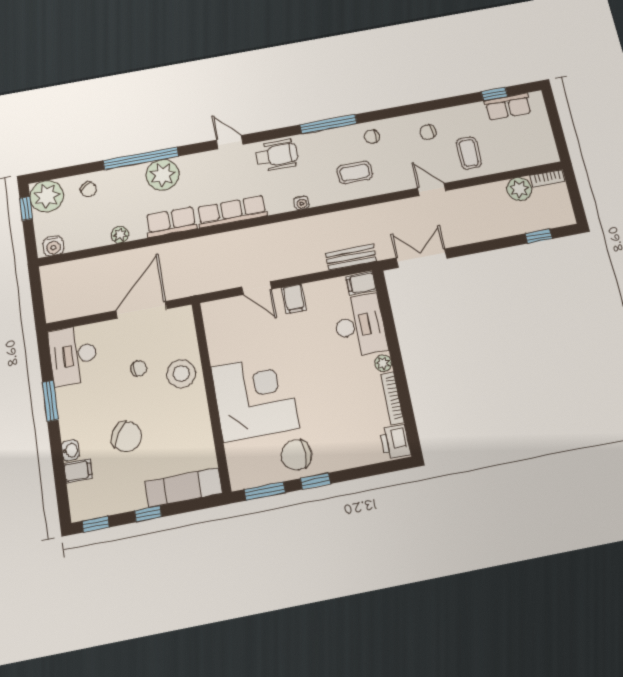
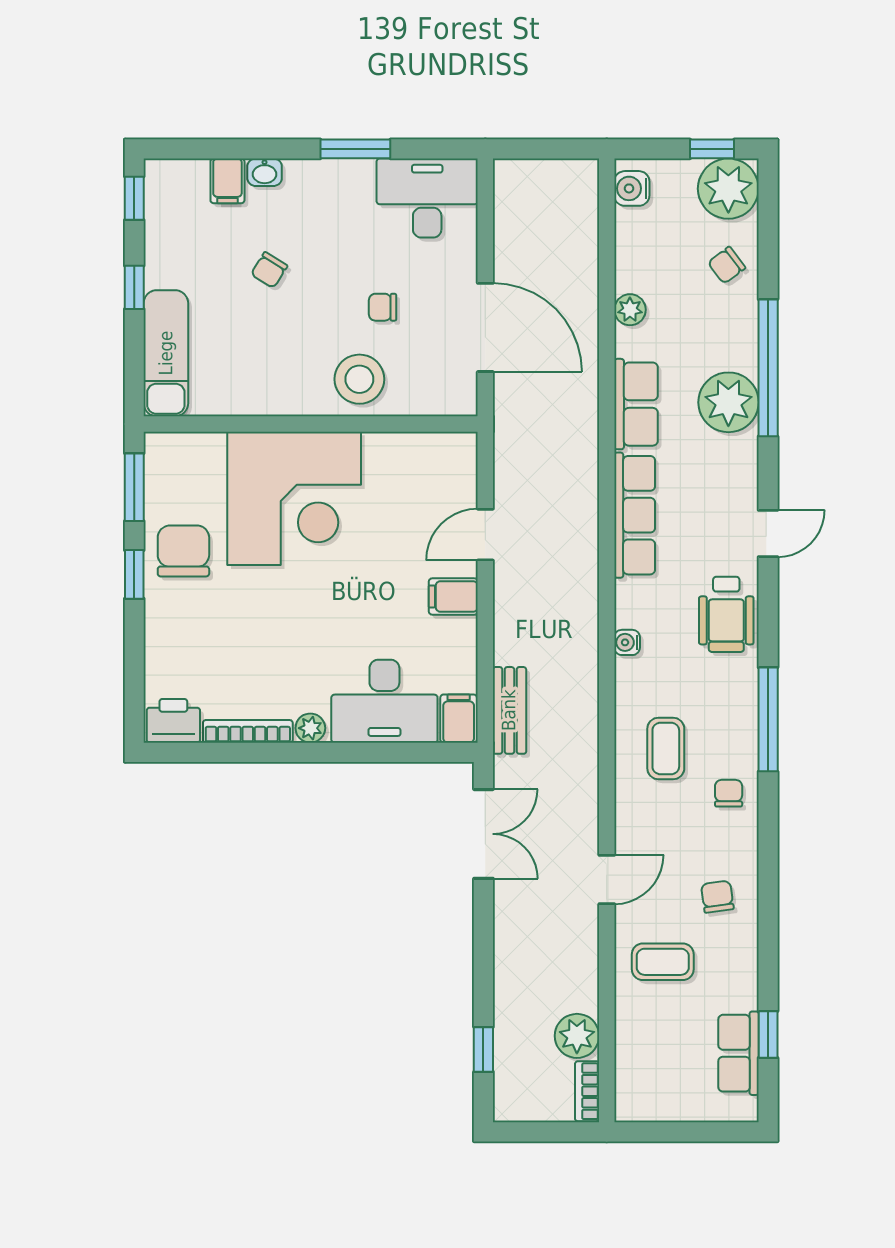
chair: (138, 368) -> (383, 307), turned 97
chair: (127, 437) -> (269, 270), width x0.54, depth x0.54

